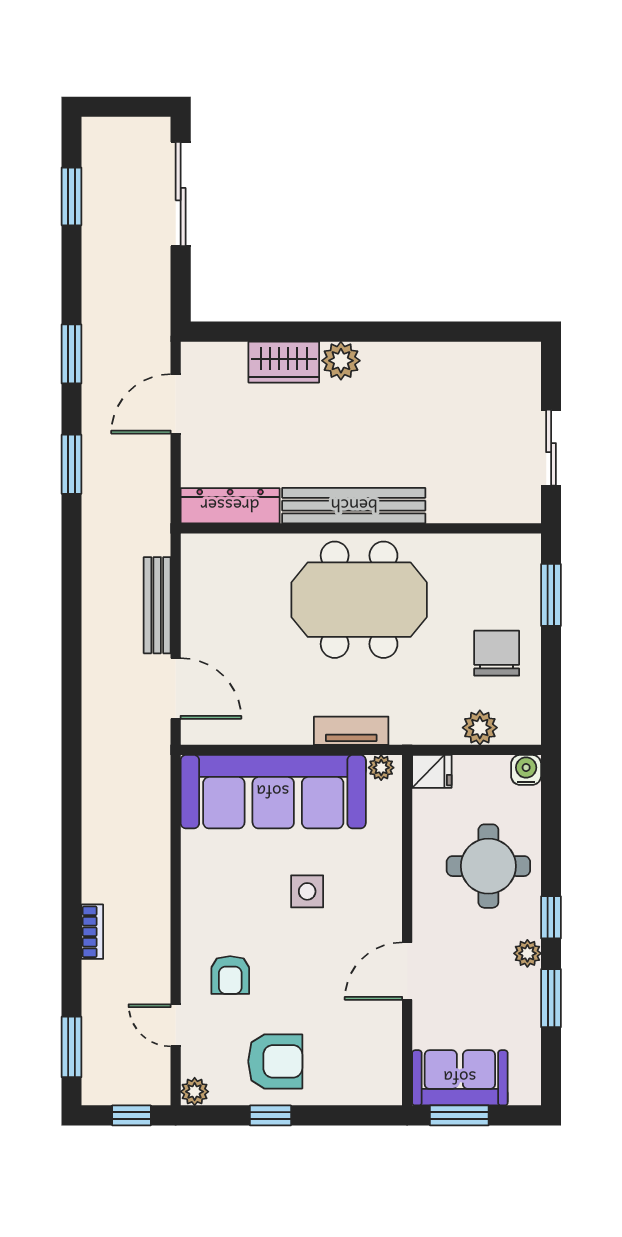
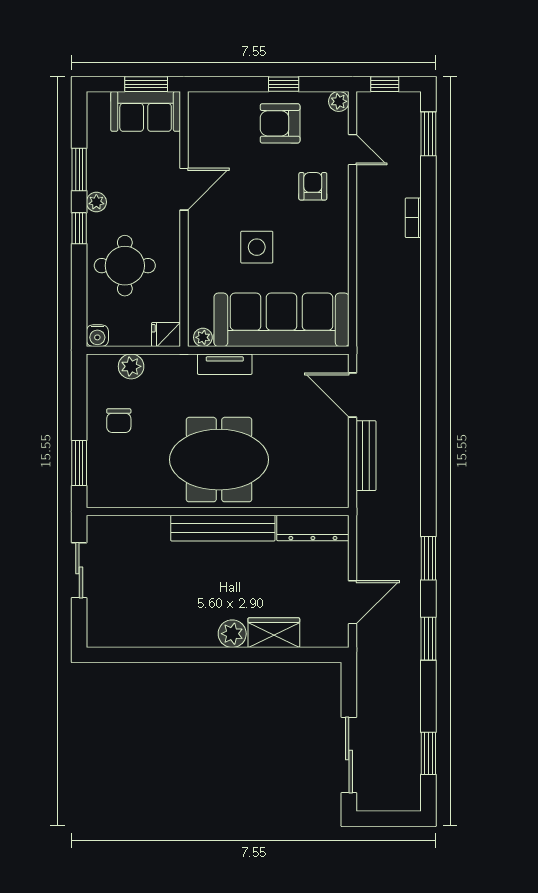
chair: (497, 653) -> (119, 421), width x0.73, depth x0.73
side table: (307, 891) -> (257, 247), width x1.37, depth x1.37

